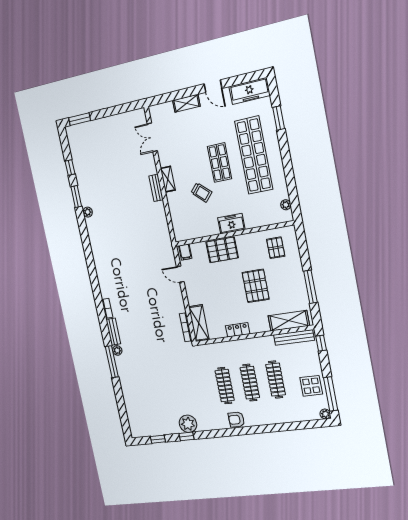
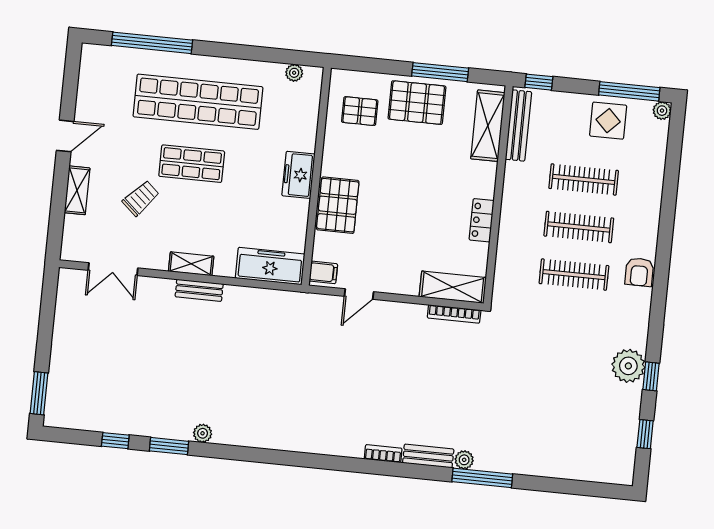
freezer: (249, 91) -> (270, 266), moved, turned -90
window: (279, 118) -> (152, 43), width x2.11
trolley: (201, 192) -> (141, 198), moved
pallet: (256, 286) -> (417, 103), moved

